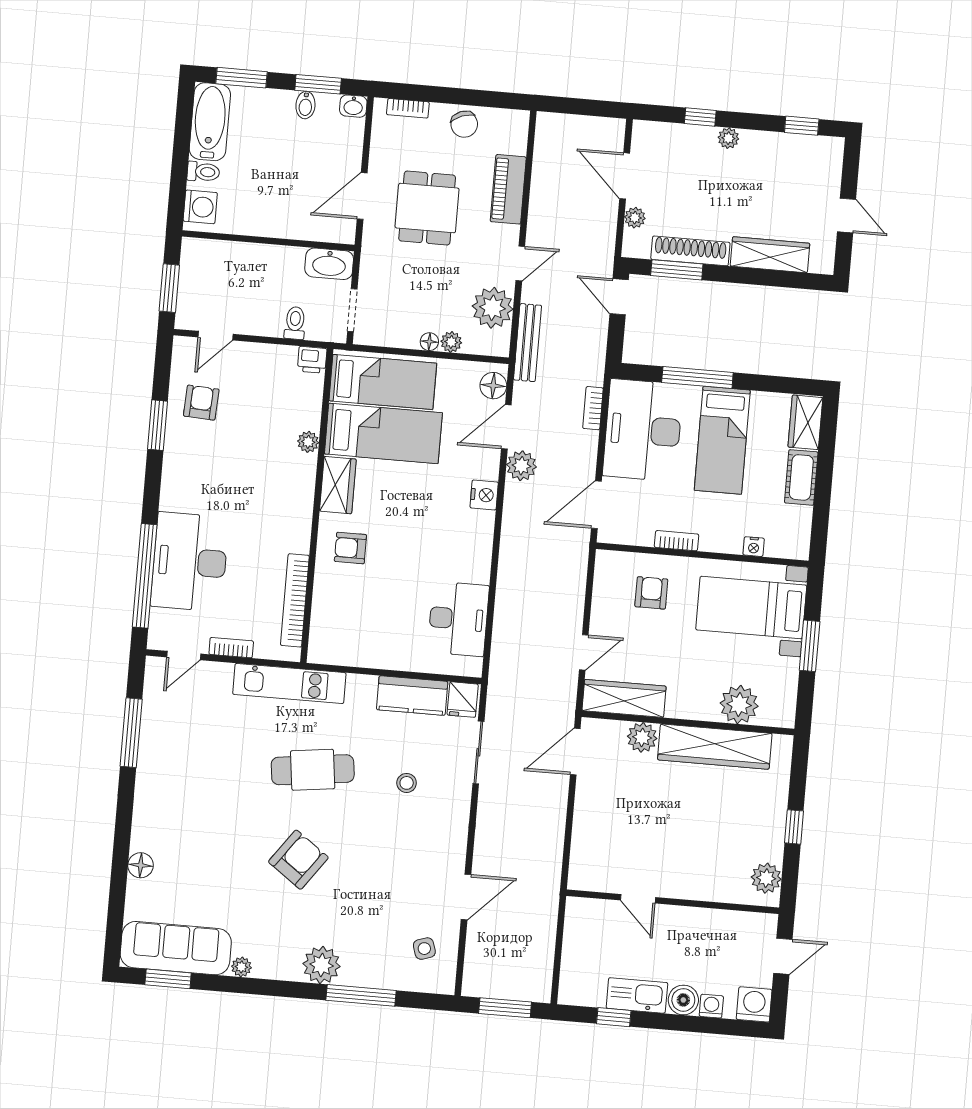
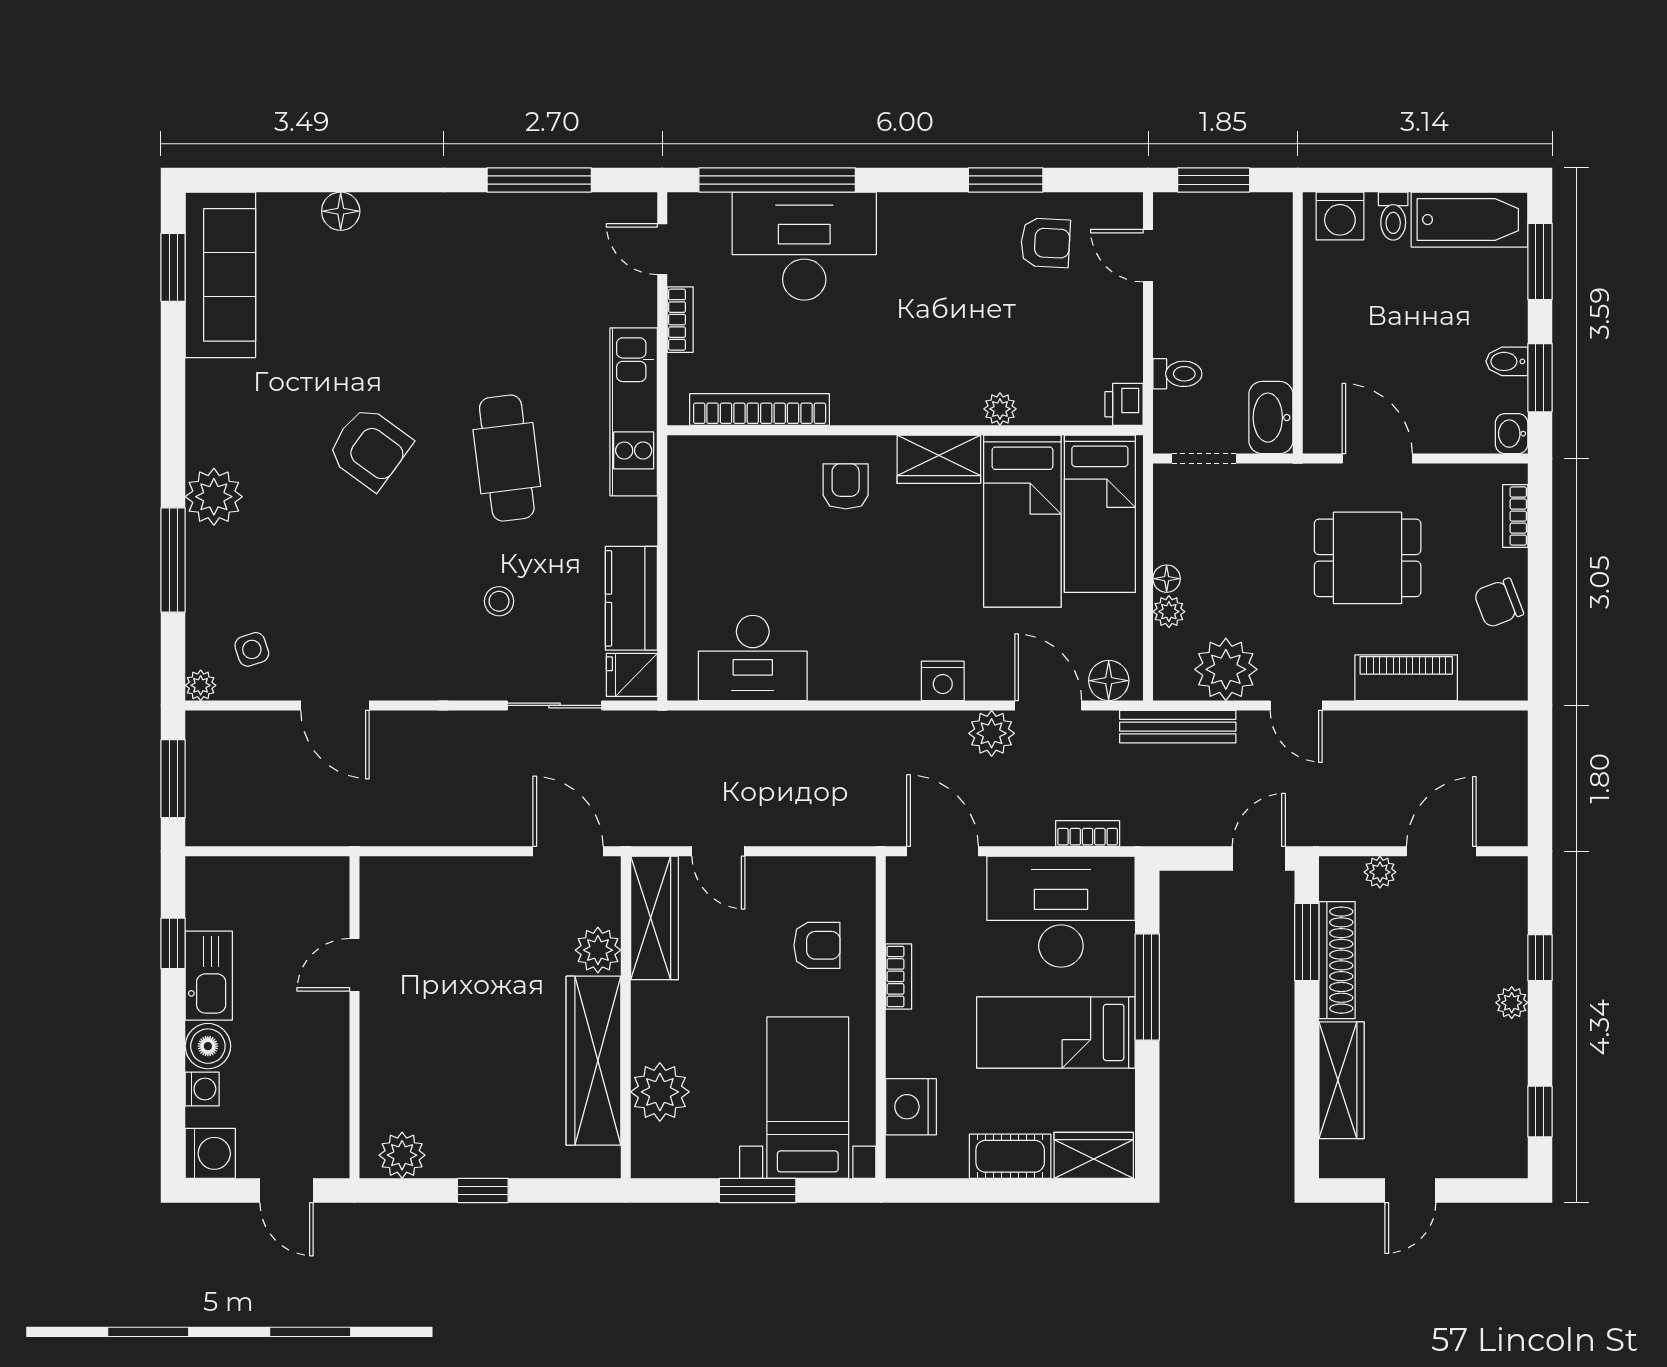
nightstand: (754, 547) -> (911, 1107), width x1.89, depth x1.79
plant: (241, 967) -> (201, 685), moved

